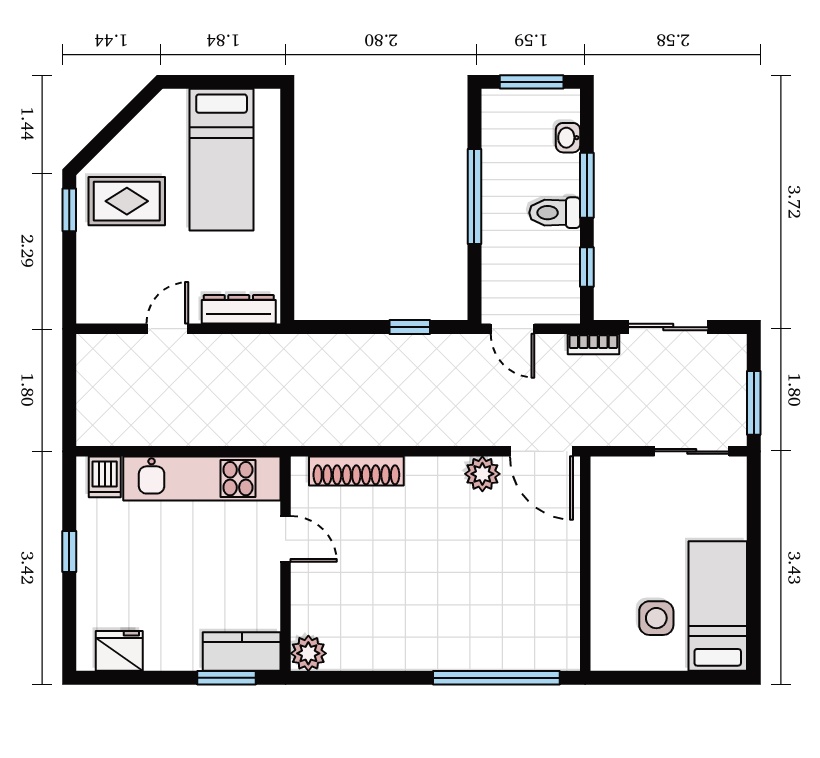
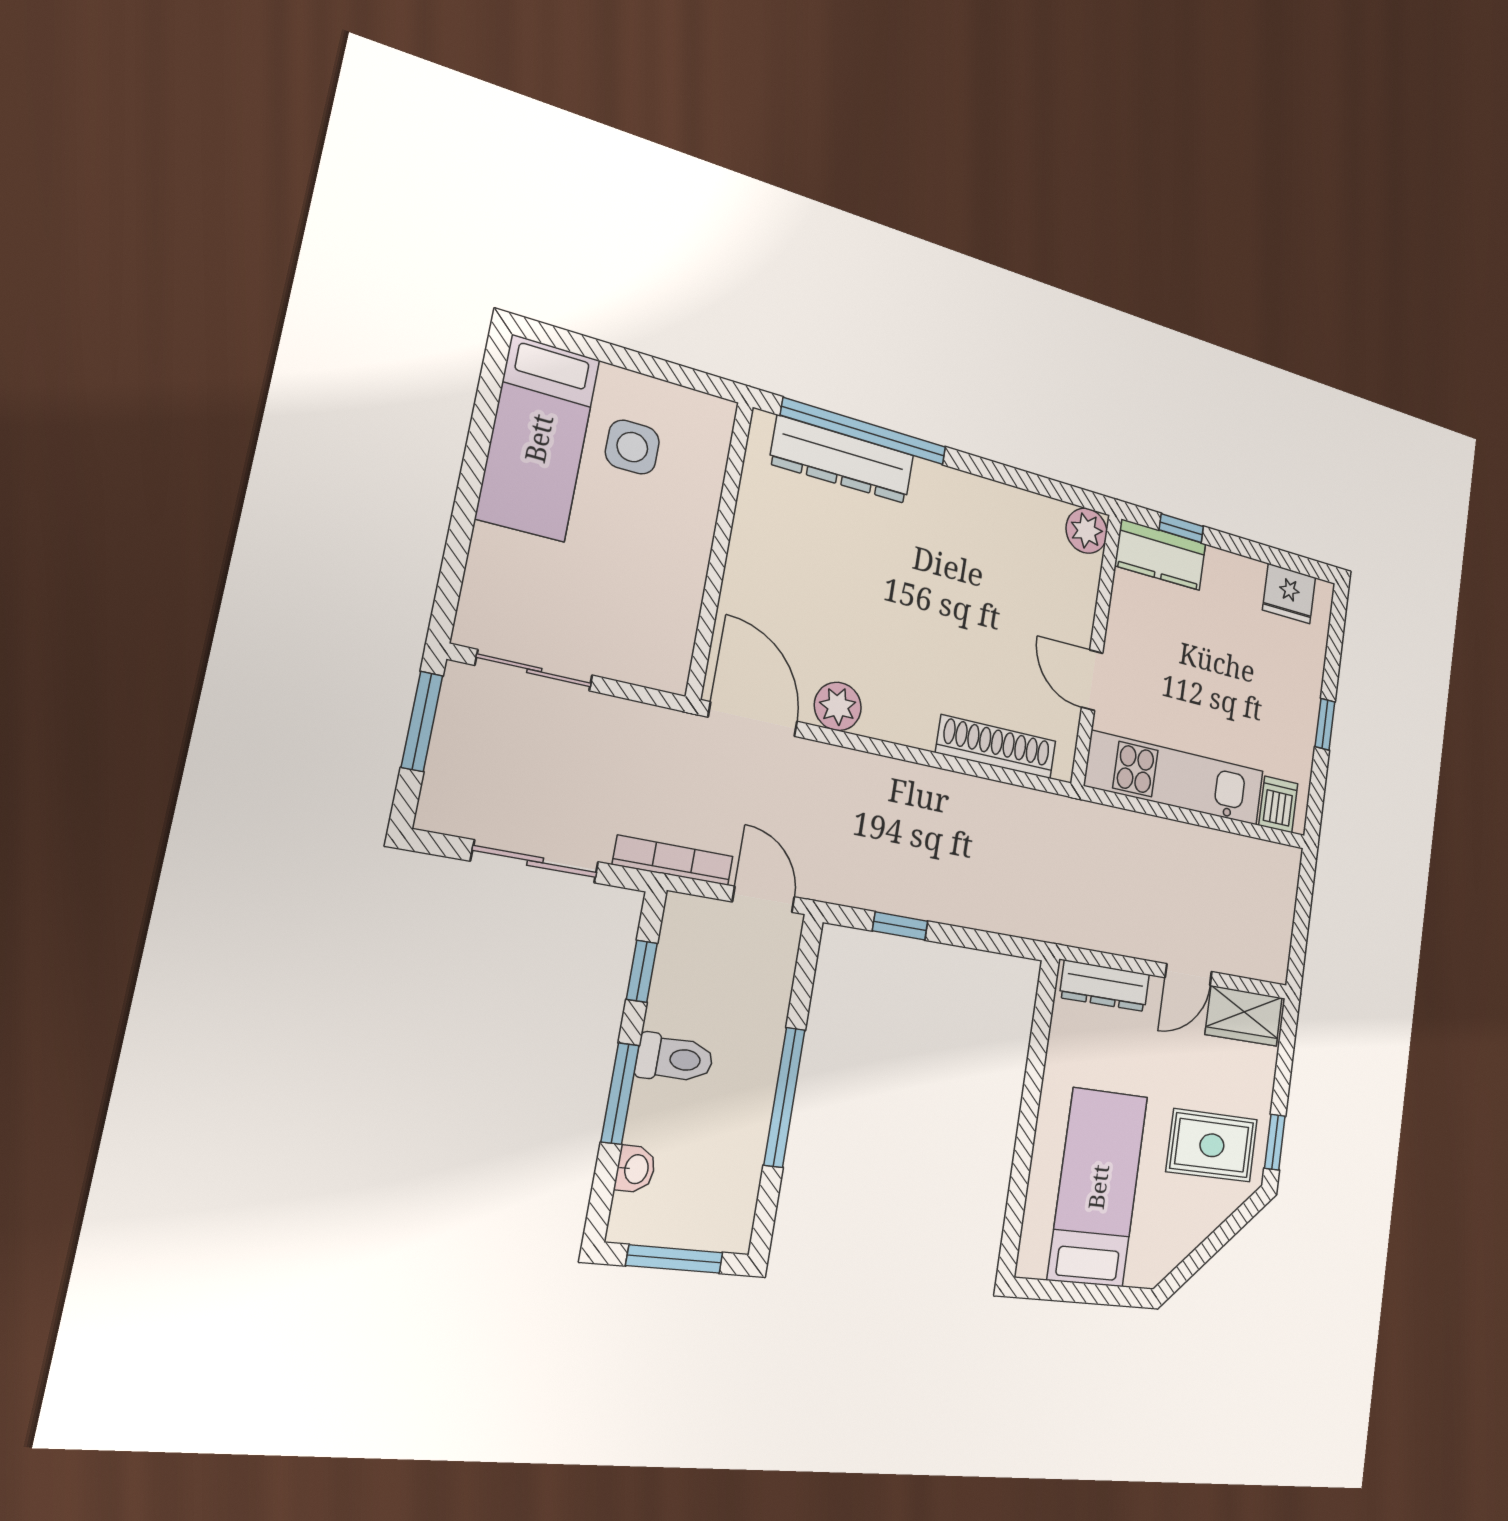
wardrobe: (112, 304) -> (1244, 1016), added
bookcase: (593, 344) -> (673, 860), width x1.56
dresser: (509, 652) -> (842, 460), added
window: (226, 678) -> (1181, 528), width x0.67

